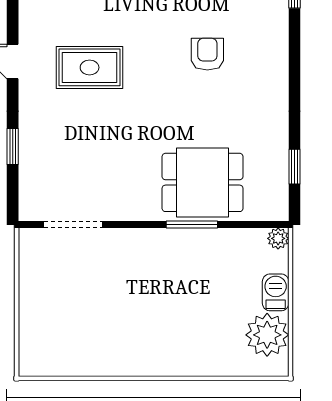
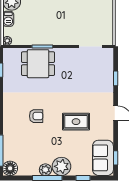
armchair: (207, 54) -> (36, 116), turned -90
rug: (90, 67) -> (76, 122), moved

